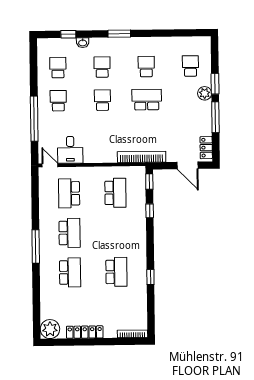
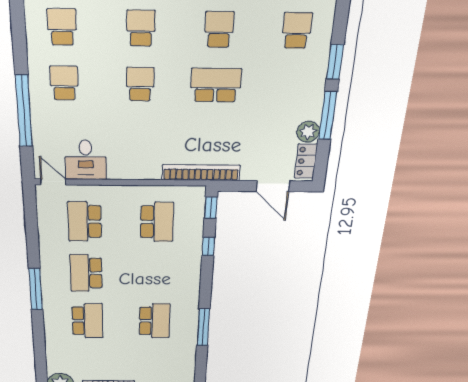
plant: (205, 93) -> (308, 132), moved
school desk: (70, 233) -> (86, 273), turned 180
window: (150, 277) -> (203, 327), width x2.17

